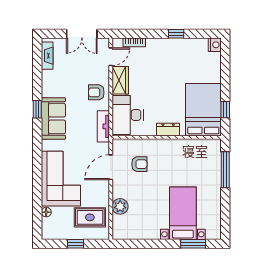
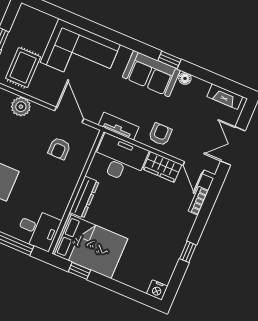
dresser: (168, 130) -> (84, 197), width x1.44
desk: (207, 154) -> (38, 229), added
floor lamp: (46, 212) -> (185, 78), moved

